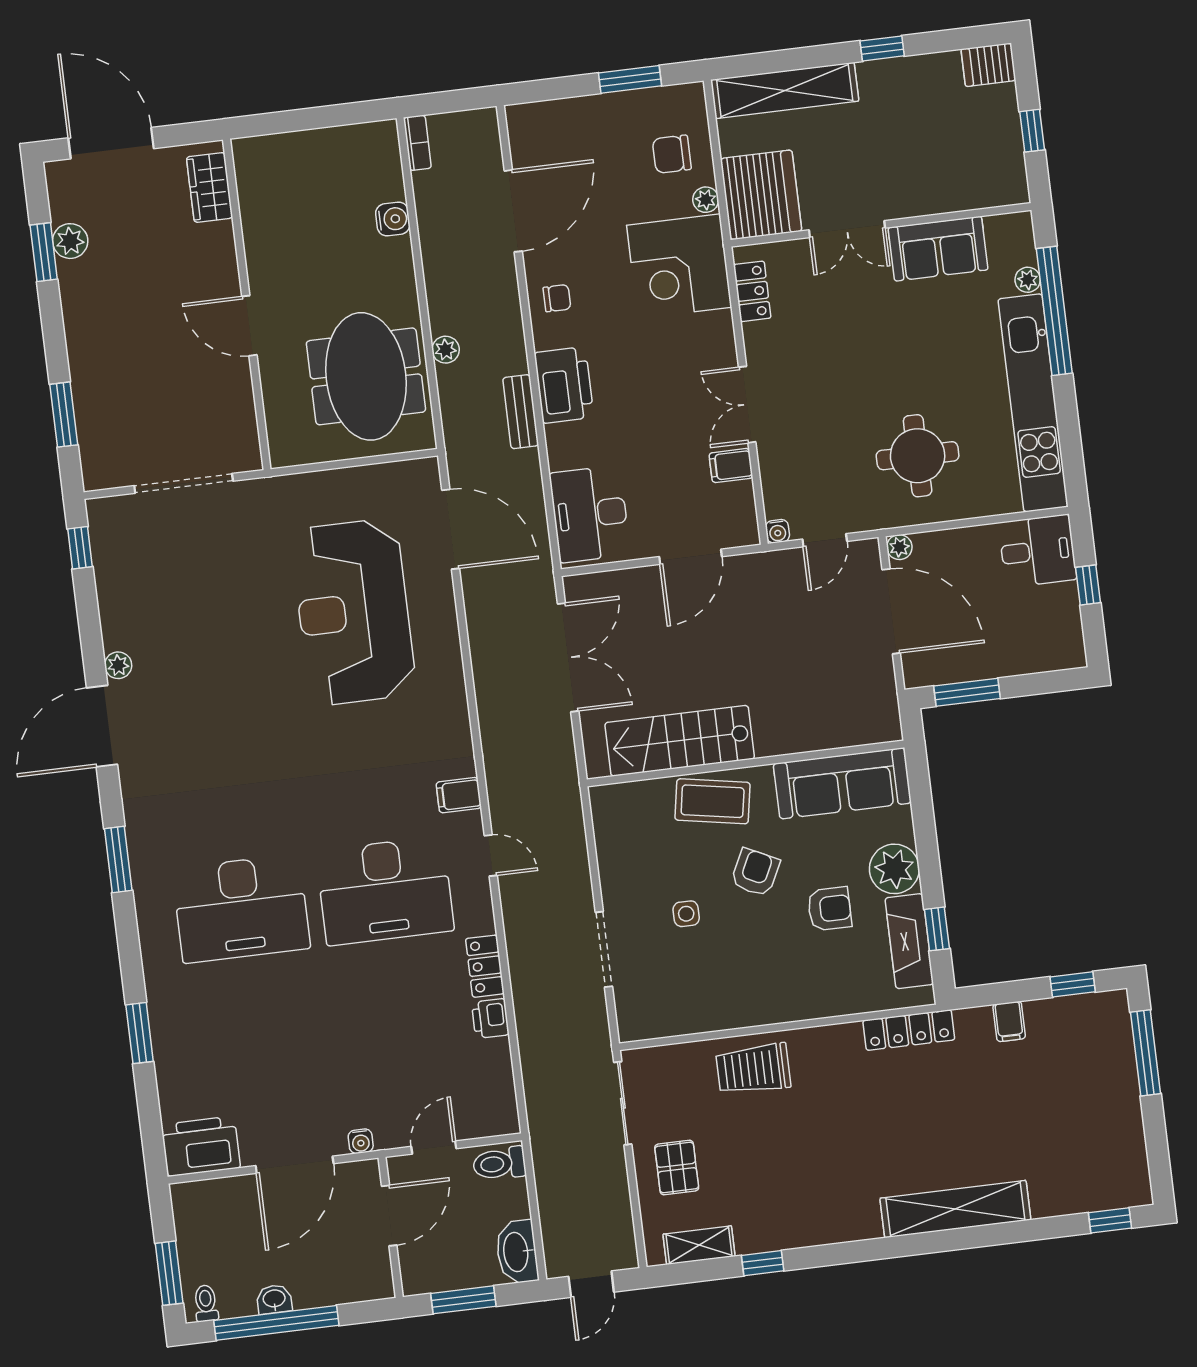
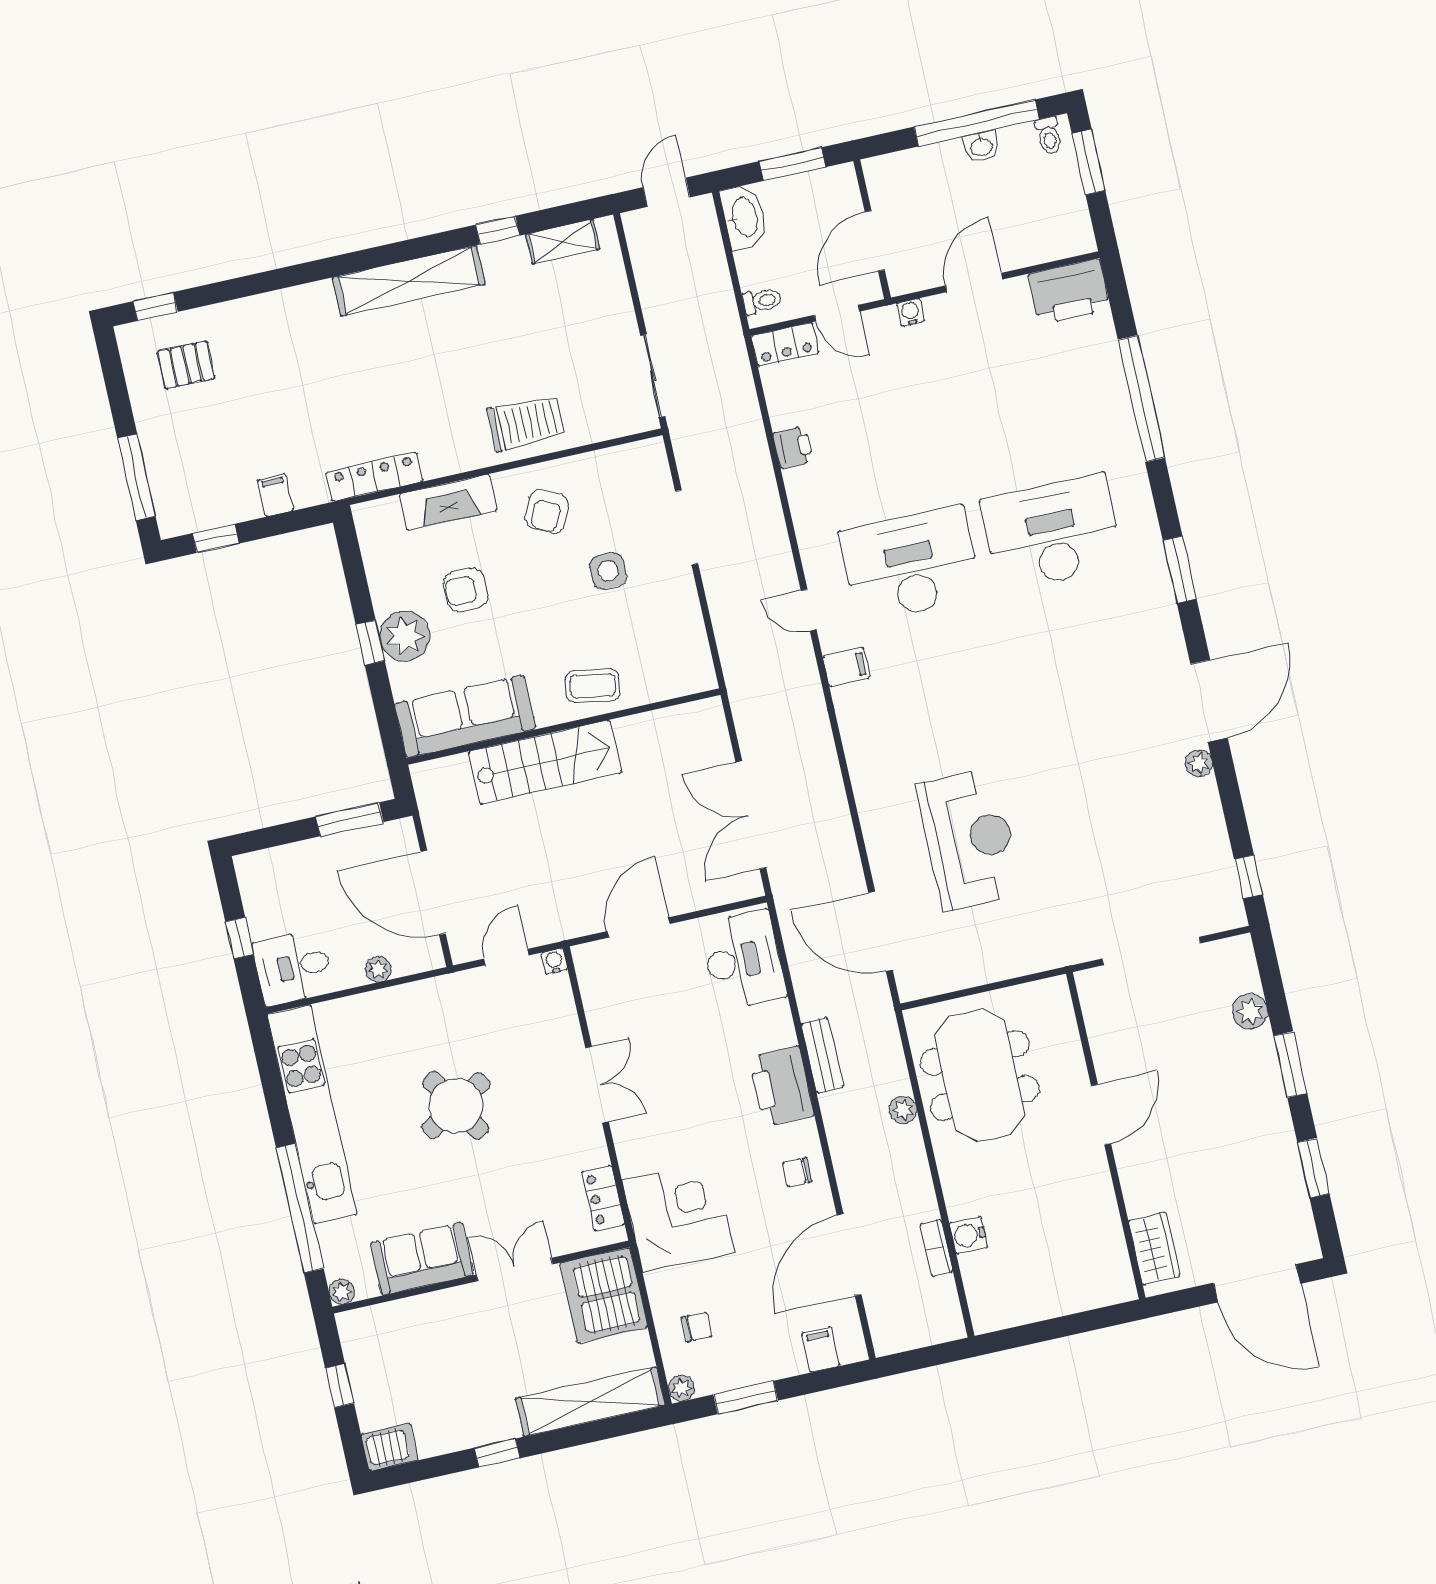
bookcase: (417, 143) -> (937, 1248), moved
chair: (672, 154) -> (697, 1327), width x0.73, depth x0.73
plant: (706, 200) -> (681, 1388), moved
plant: (70, 241) -> (1250, 1011), moved
plant: (1028, 280) -> (342, 1292), moved
door: (249, 326) -> (1101, 1115), hinge flipped
window: (64, 415) -> (1290, 1065), moved
round table: (918, 456) -> (456, 1106), moved, turned -31
filing cabinet: (731, 466) -> (821, 1350), moved, turned -90
plant: (899, 547) -> (378, 969), moved
reception desk: (353, 612) -> (969, 839), width x0.74, depth x0.77
stairs: (680, 741) -> (545, 762), moved
coffee table: (713, 801) -> (593, 686), width x0.73, depth x0.77
armchair: (755, 872) -> (547, 511), moved
side table: (686, 914) -> (608, 571), width x1.37, depth x1.37
window: (937, 929) -> (370, 643), moved
fireplace: (909, 941) -> (448, 502), moved, turned 90
locker: (485, 966) -> (785, 344), moved, turned 90
window: (140, 1033) -> (1141, 399), width x2.11
door: (434, 1148) -> (837, 313), hinge flipped
toilet: (499, 1164) -> (762, 301), width x0.73, depth x0.72
door: (295, 1165) -> (974, 282), width x0.73
pallet: (677, 1167) -> (186, 365), moved, turned 90
shelving: (955, 1209) -> (409, 281), moved

